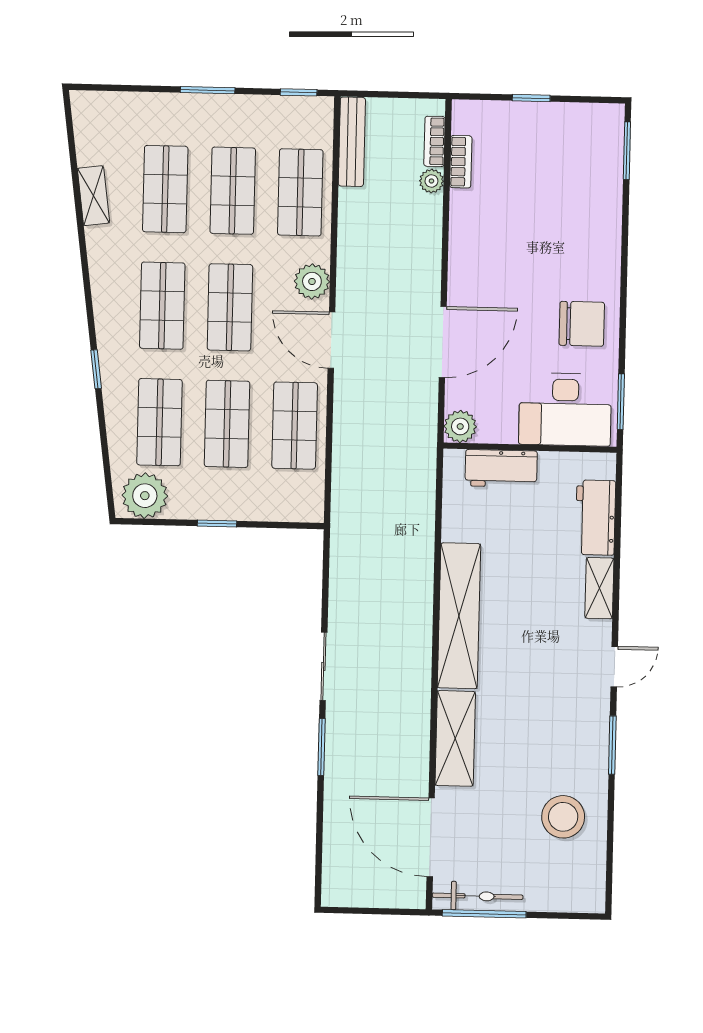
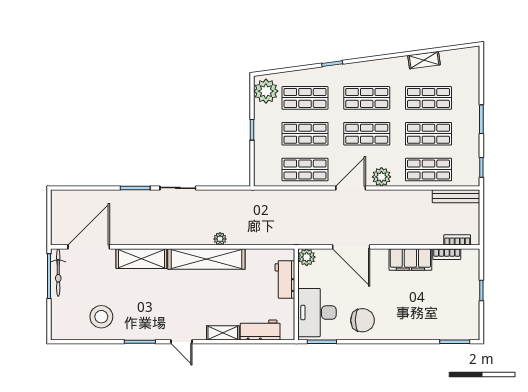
plant: (431, 181) -> (220, 239), moved
filing cabinet: (469, 231) -> (410, 259), added
chair: (582, 324) -> (363, 320), turned -90

